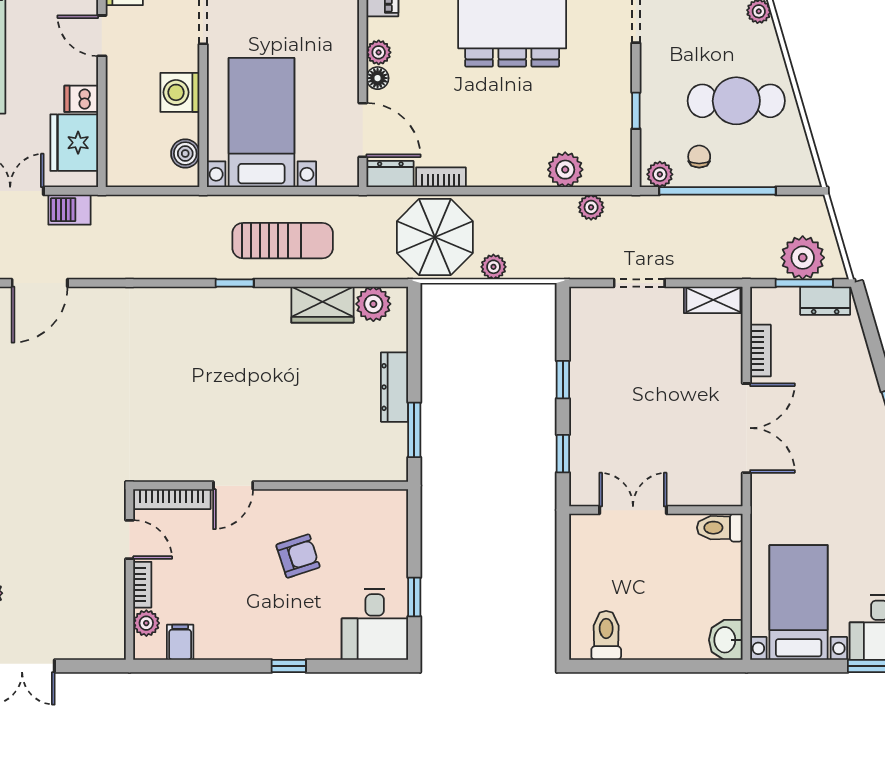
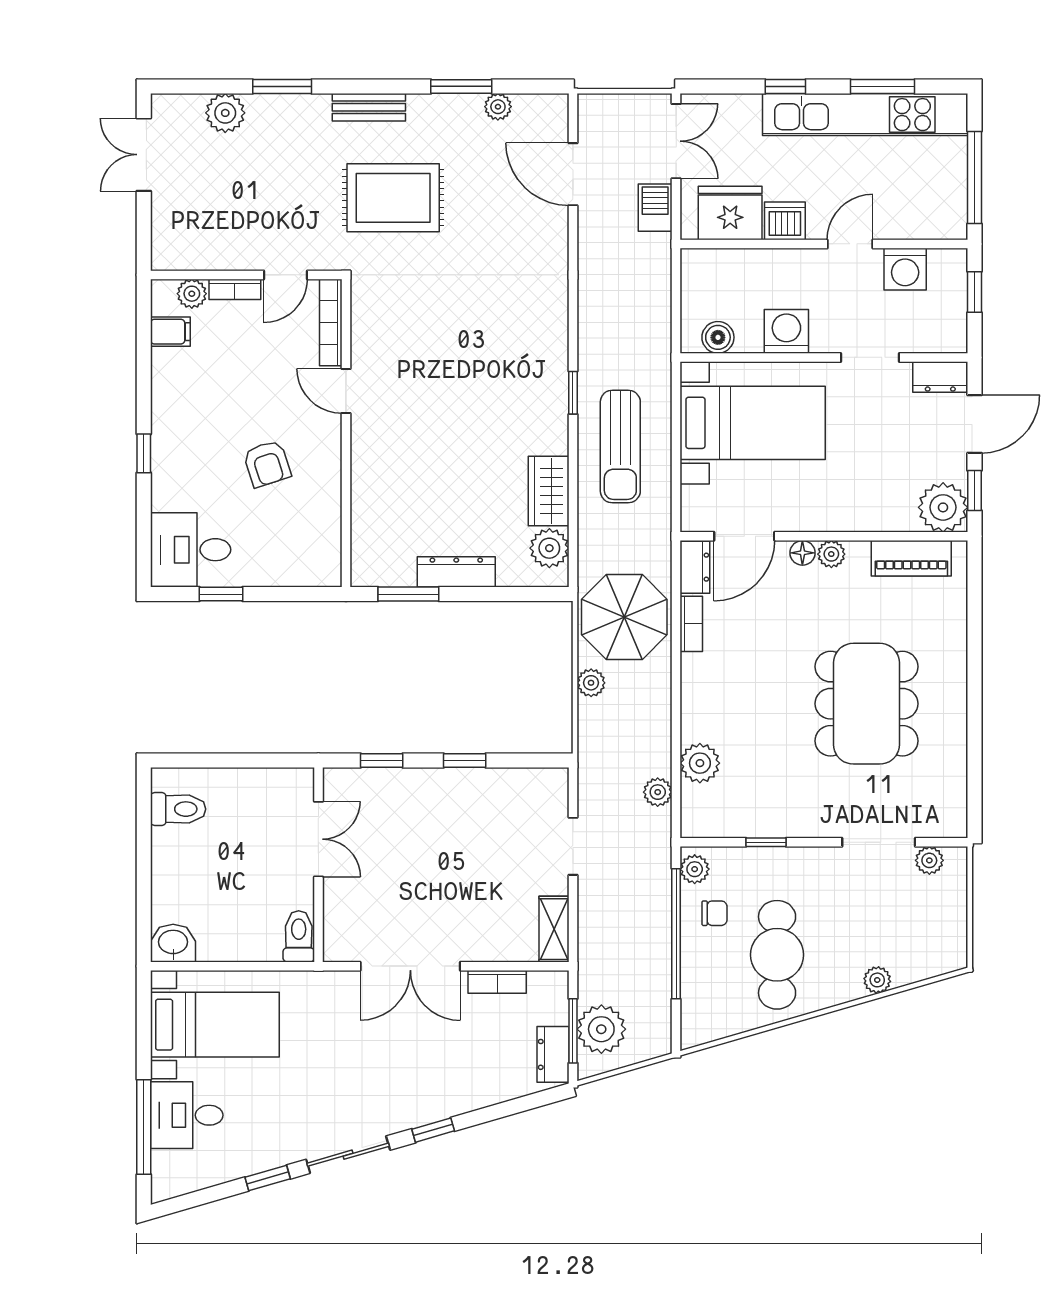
dishwasher: (81, 99) -> (785, 221), width x1.38
rug: (61, 443) -> (393, 198), added

